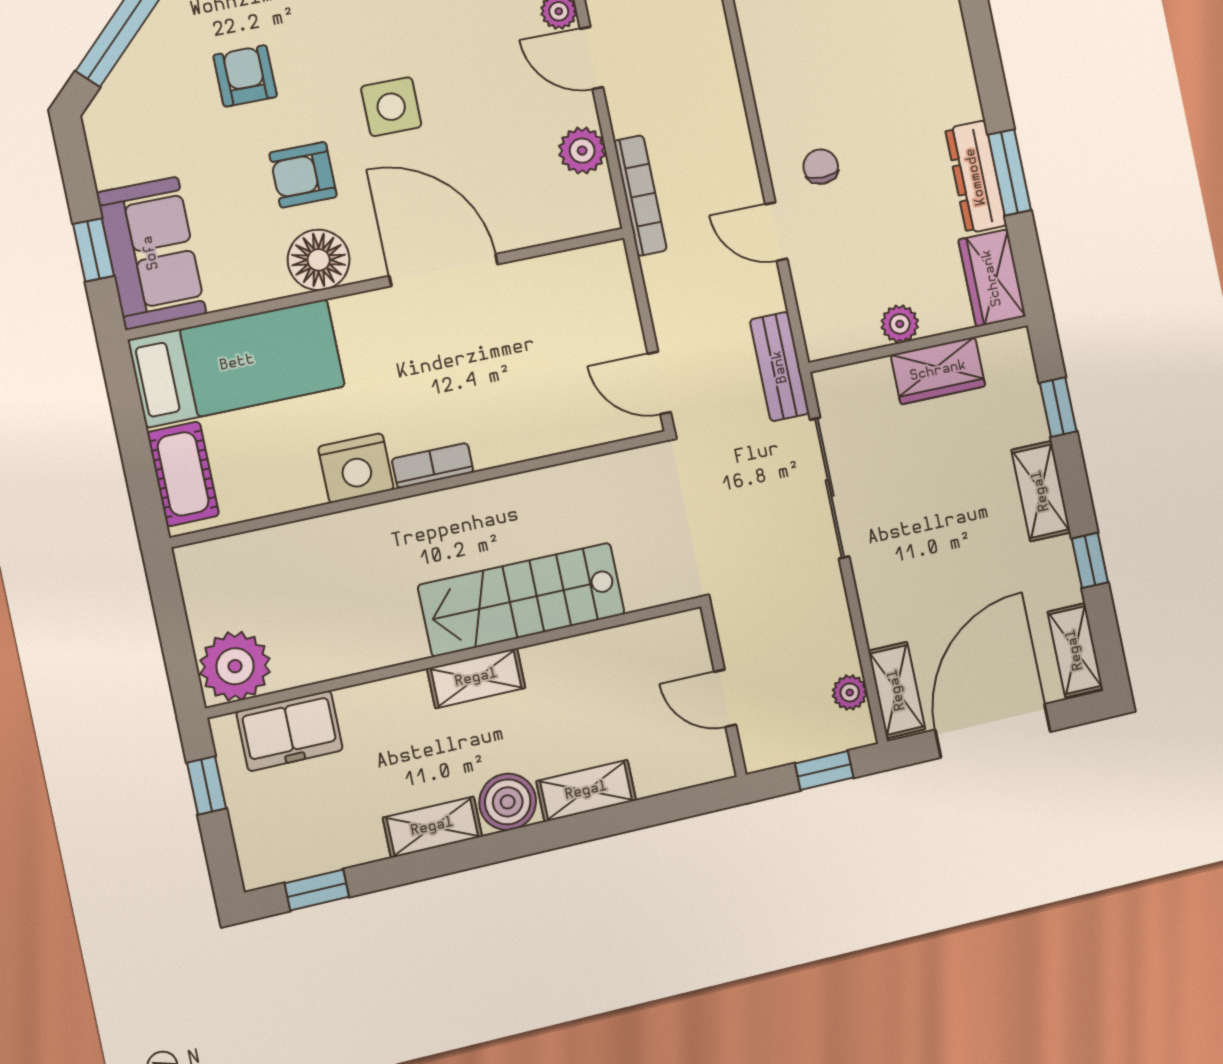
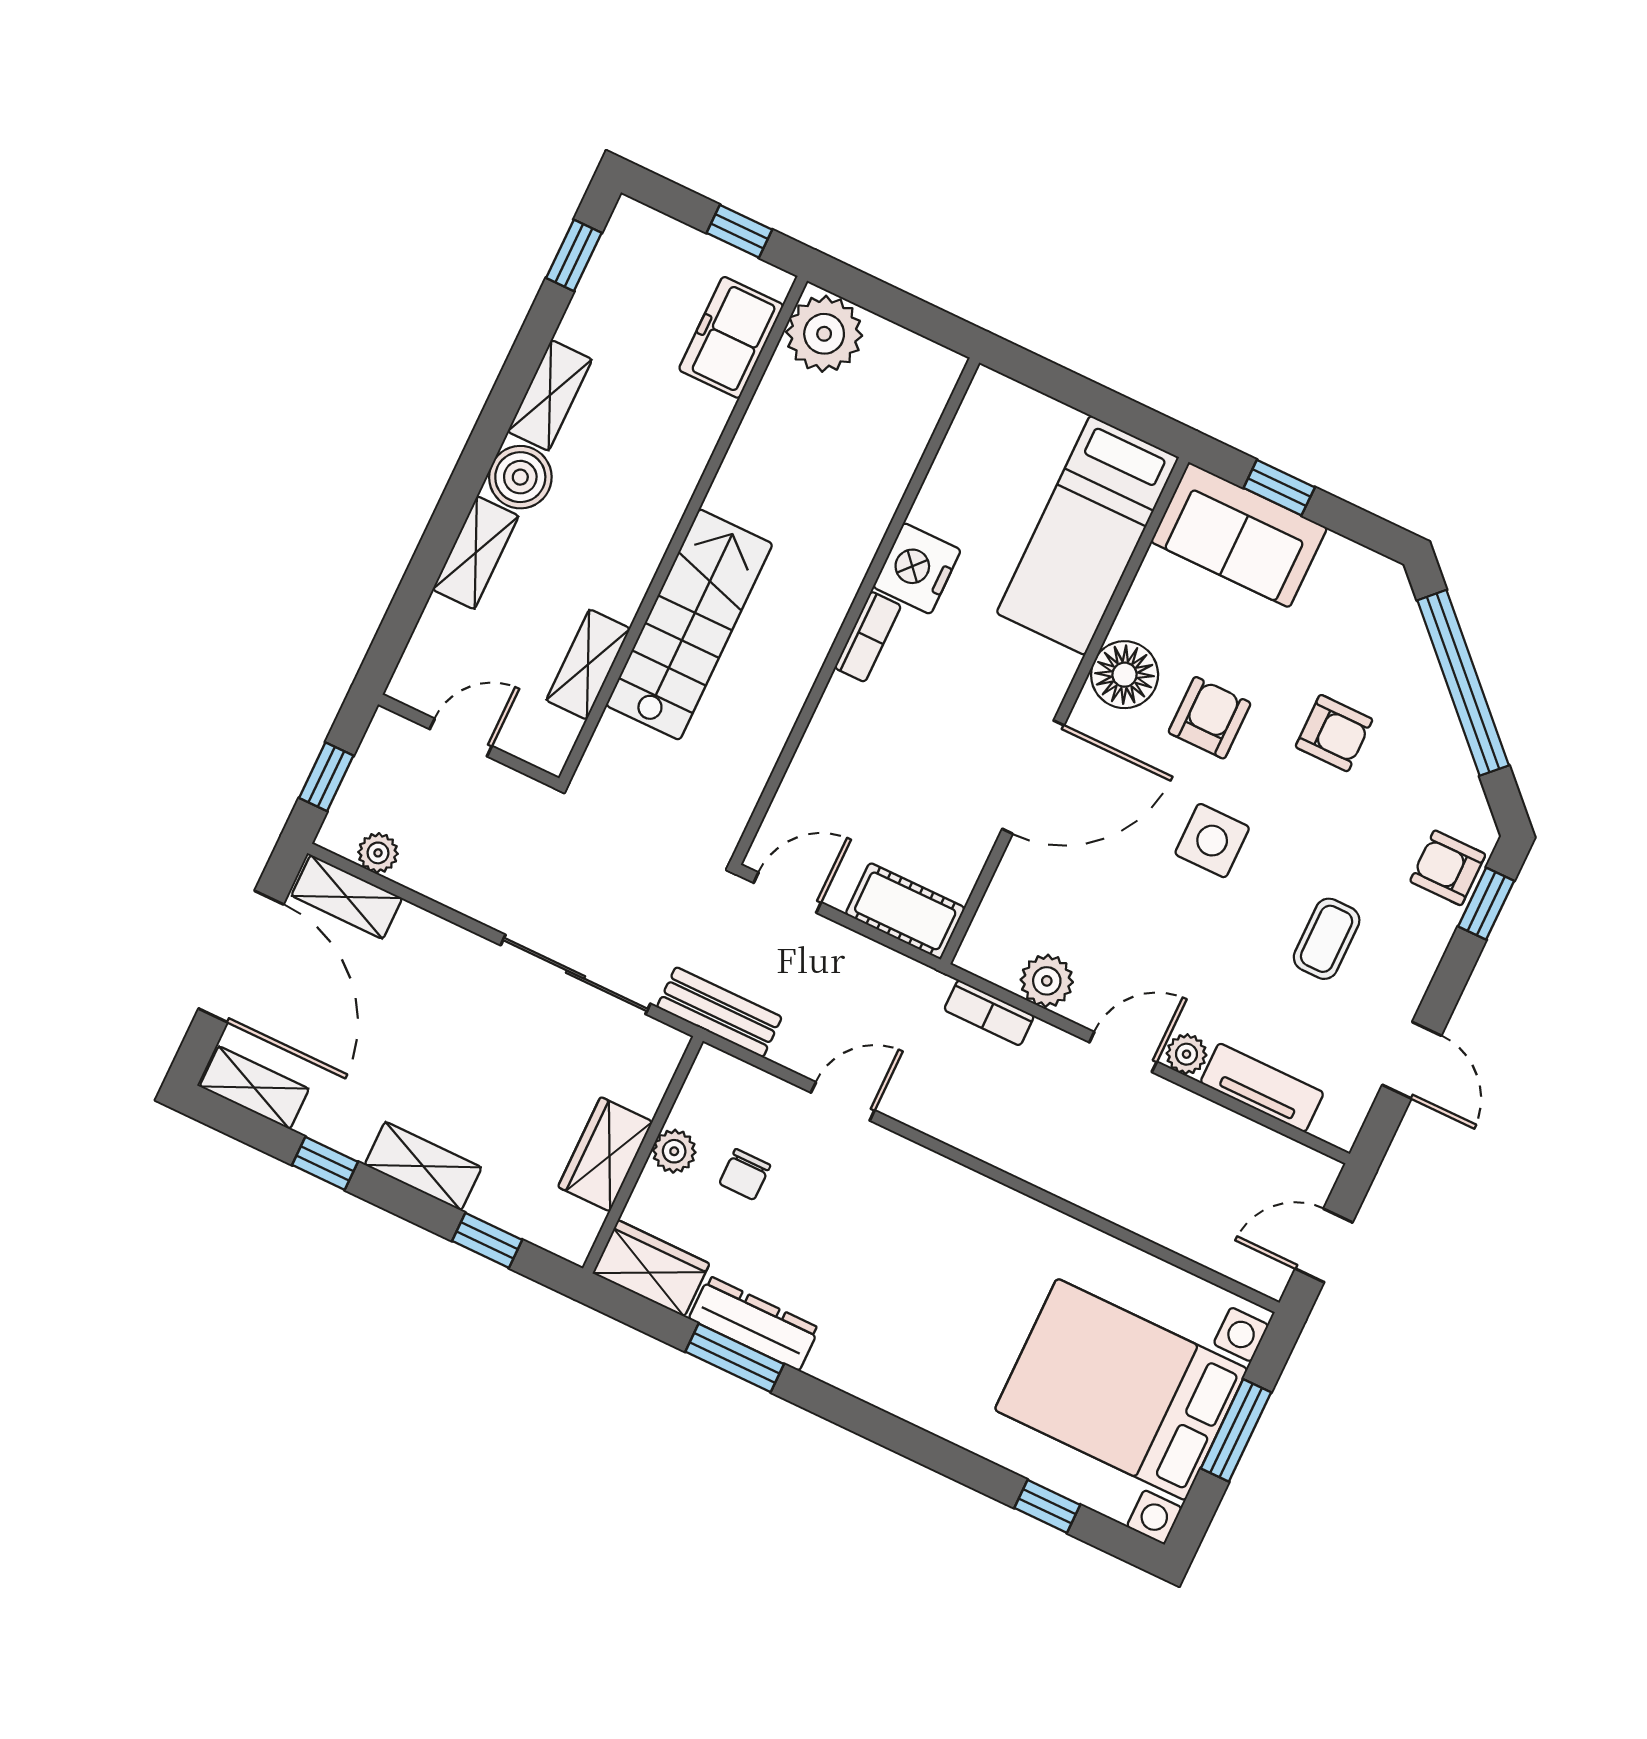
chair: (821, 167) -> (745, 1174), moved, turned 90
bookcase: (640, 196) -> (989, 1013), width x0.64
cot: (183, 474) -> (905, 911), moved
shelving: (476, 678) -> (588, 664), moved

